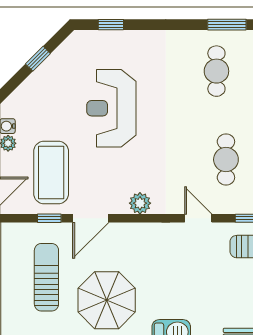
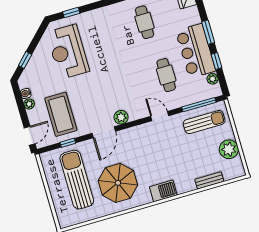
window: (38, 59) -> (25, 60), moved
reception desk: (111, 108) -> (68, 52), moved
door: (91, 218) -> (104, 132), moved
sun lounger: (46, 277) -> (77, 180), width x1.36, depth x1.34

